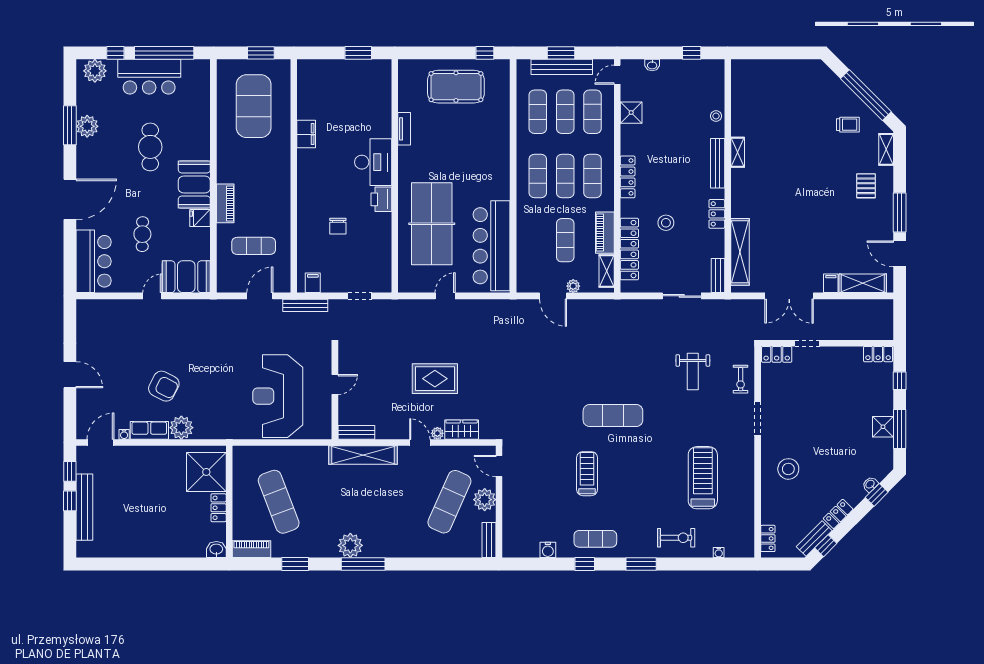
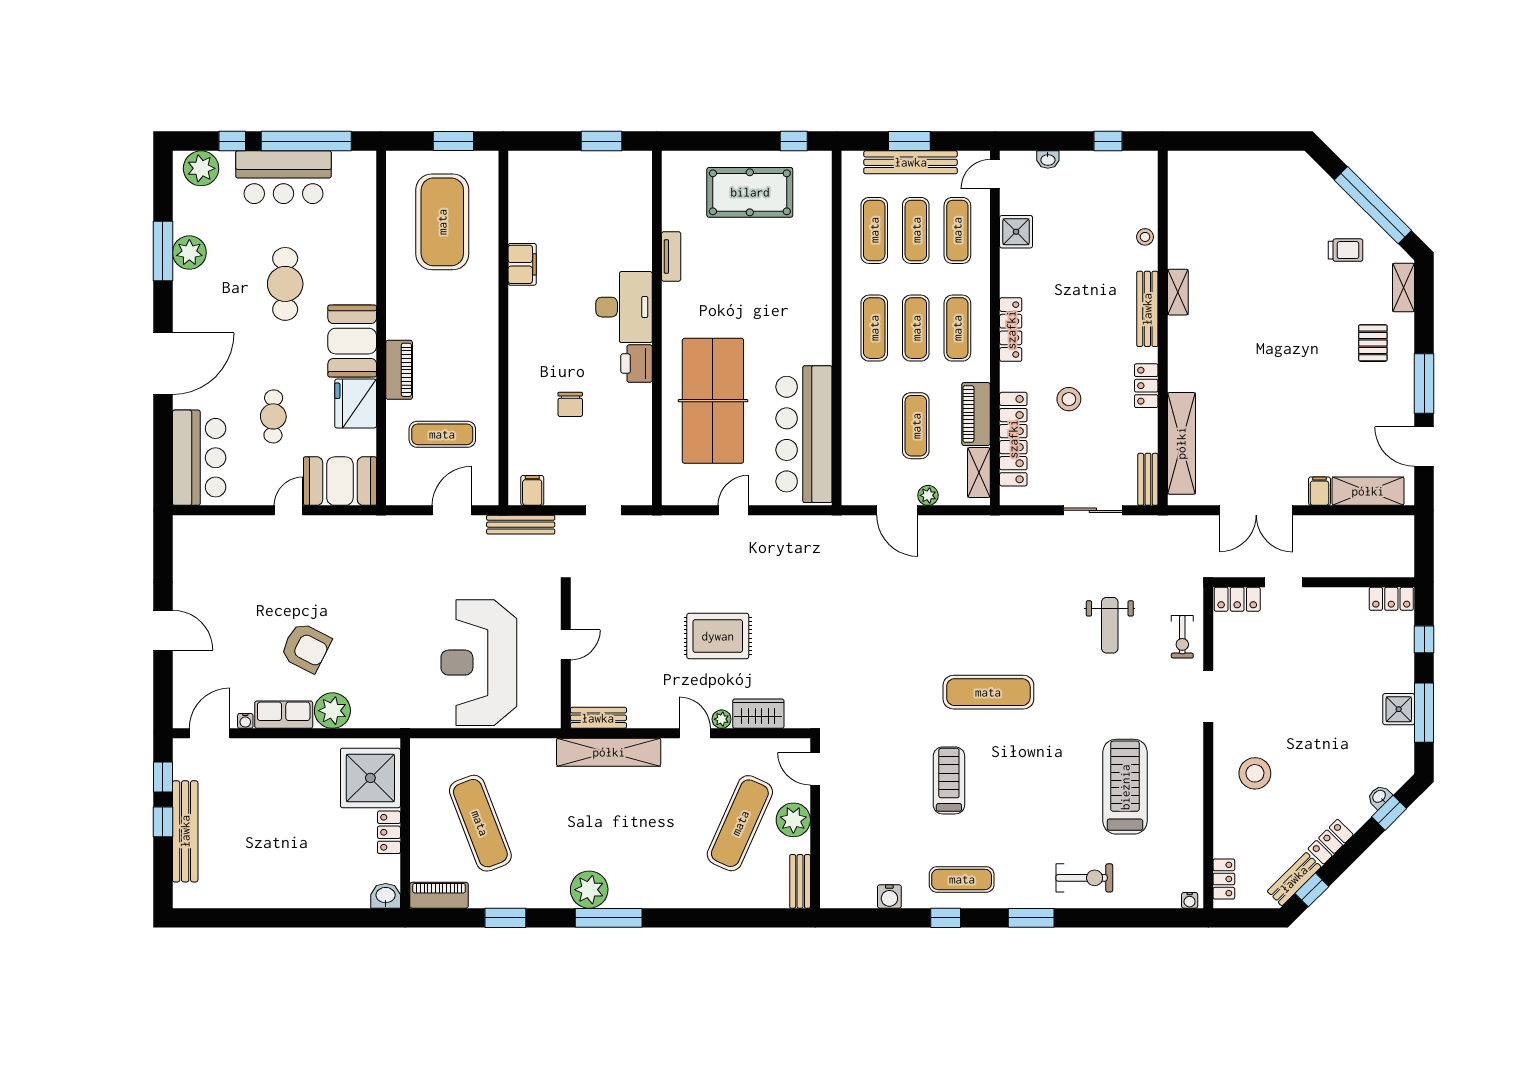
fridge: (200, 218) -> (356, 404), width x1.88, depth x1.34
water cooler: (719, 553) -> (1190, 900), moved

